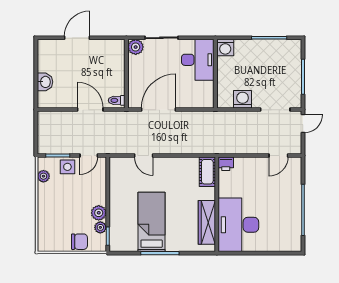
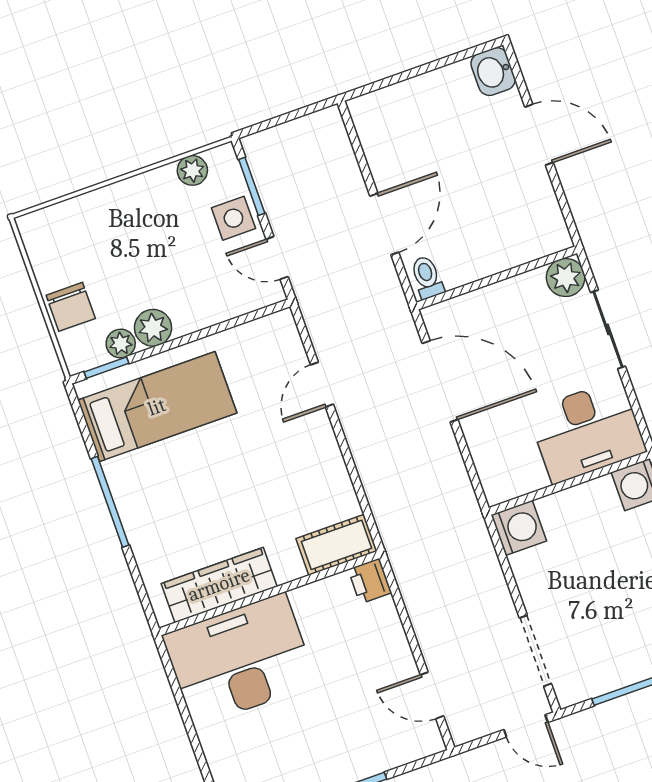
washbasin: (45, 82) -> (493, 72), moved, turned 90
washing machine: (243, 99) -> (519, 528), moved
bed: (152, 222) -> (157, 407), moved

